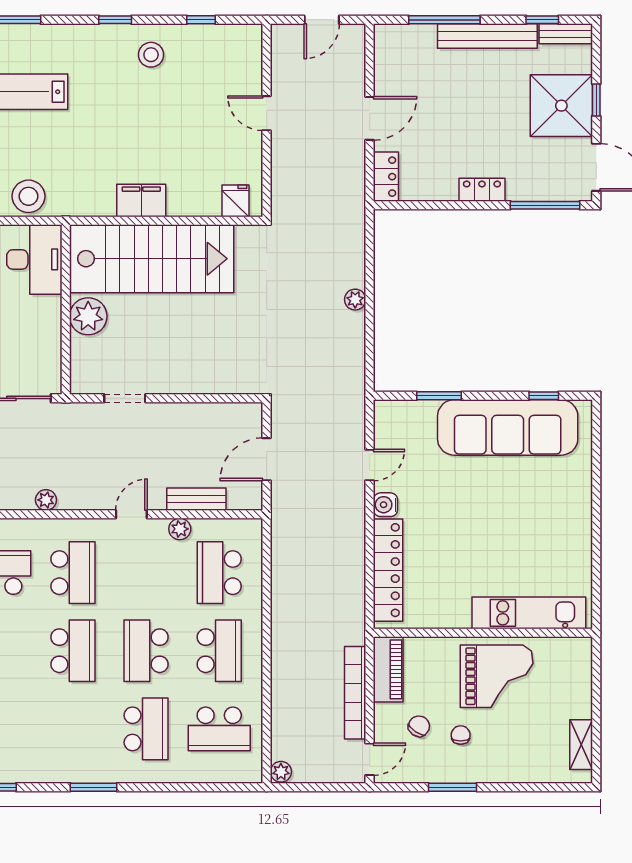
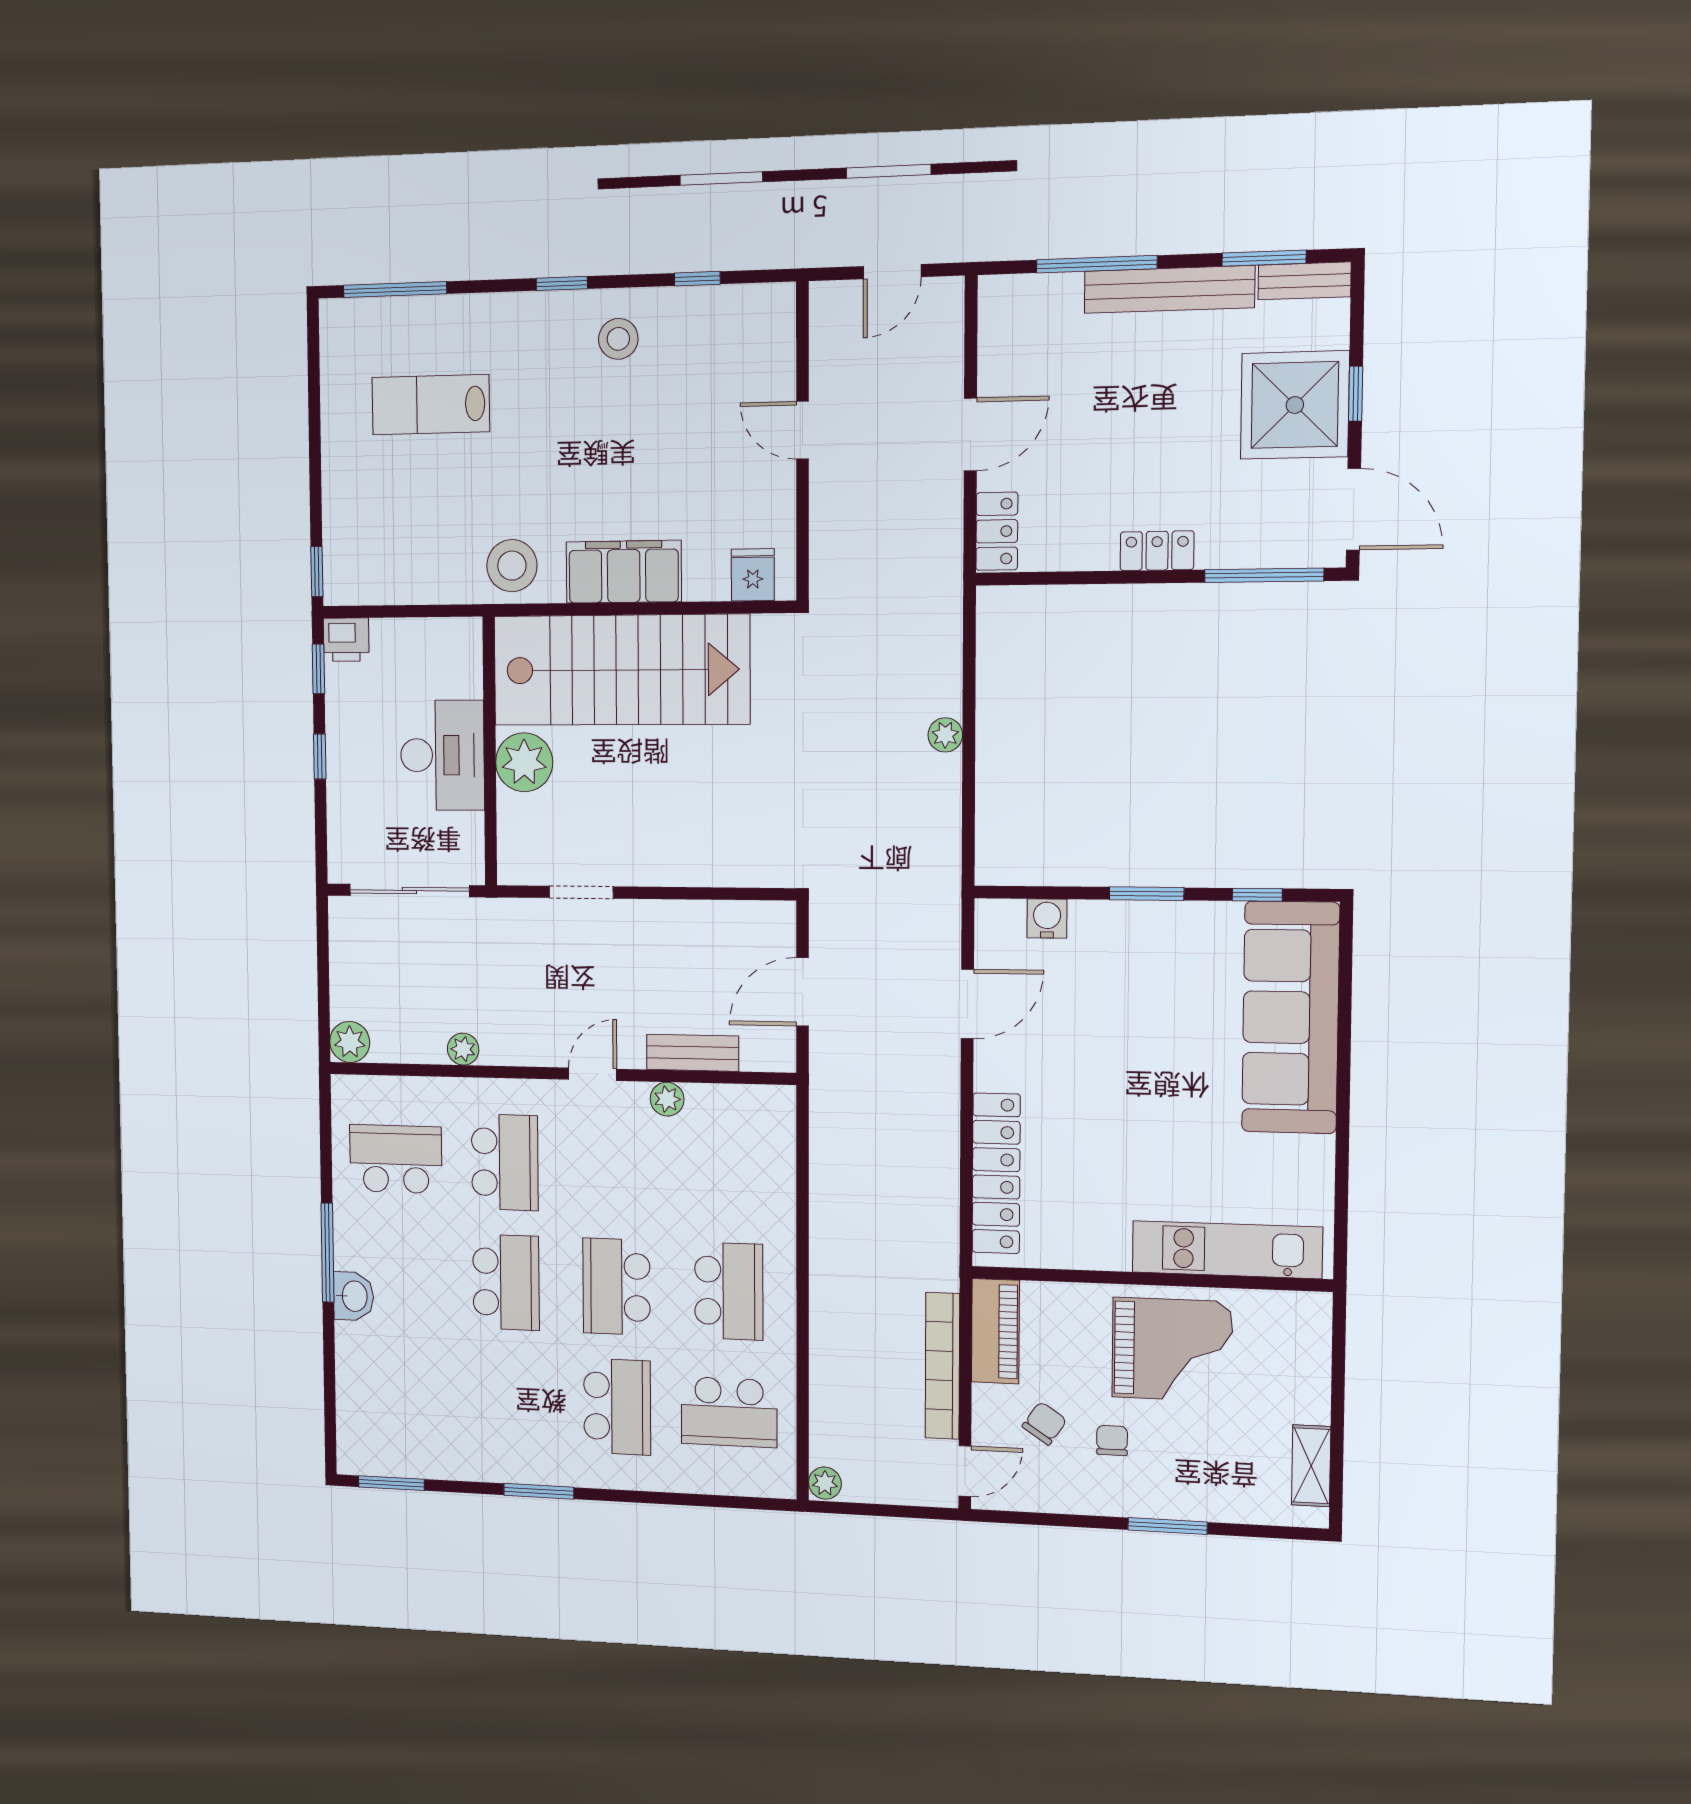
window: (542, 20) -> (1264, 258), width x1.50
stool: (29, 196) -> (512, 566), moved
filing cabinet: (141, 200) -> (624, 572), width x1.50, depth x1.17
desk: (34, 259) -> (442, 755), moved
window: (439, 396) -> (1147, 894), moved
sofa: (508, 427) -> (1291, 1017), moved, turned 90
door: (370, 465) -> (967, 1004), width x1.38
water cooler: (385, 505) -> (1047, 919), moved, turned 90
school desk: (219, 573) -> (728, 1169), removed
window: (453, 787) -> (1167, 1526), moved

